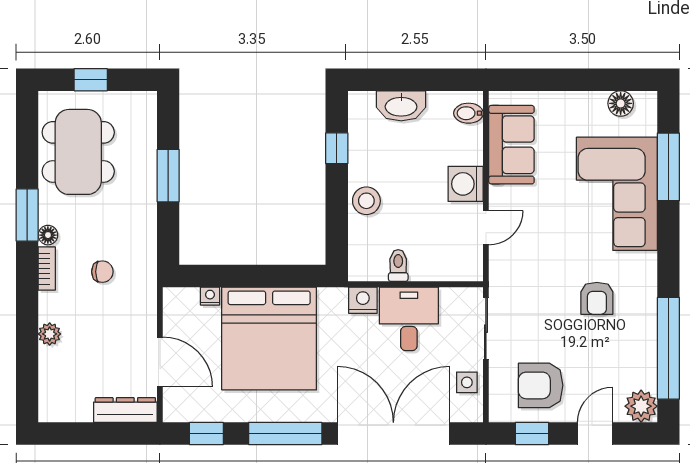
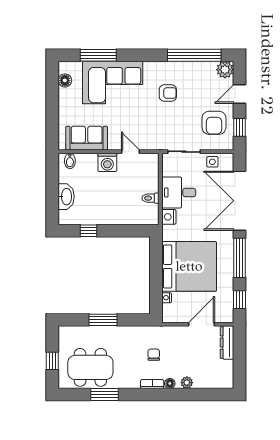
stool: (366, 201) -> (116, 215), removed
window: (27, 215) -> (105, 394), moved
floor lamp: (48, 235) -> (170, 383), moved
door: (595, 434) -> (239, 94), hinge flipped

